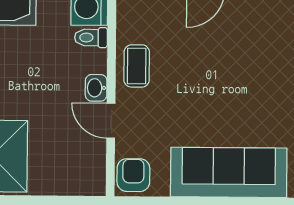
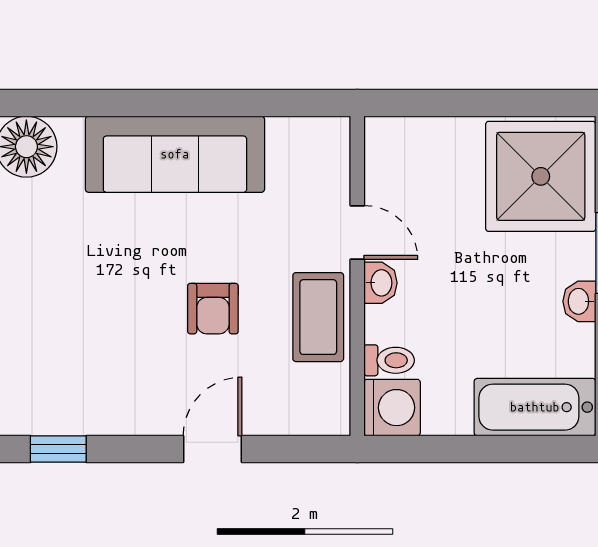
coffee table: (137, 66) -> (318, 317), width x1.36, depth x1.30
armchair: (133, 175) -> (213, 309), moved

